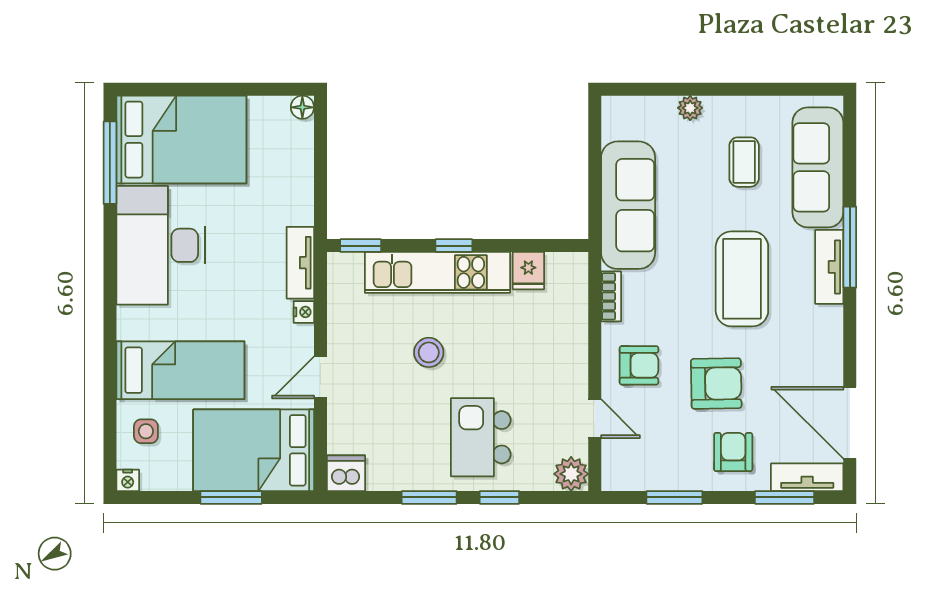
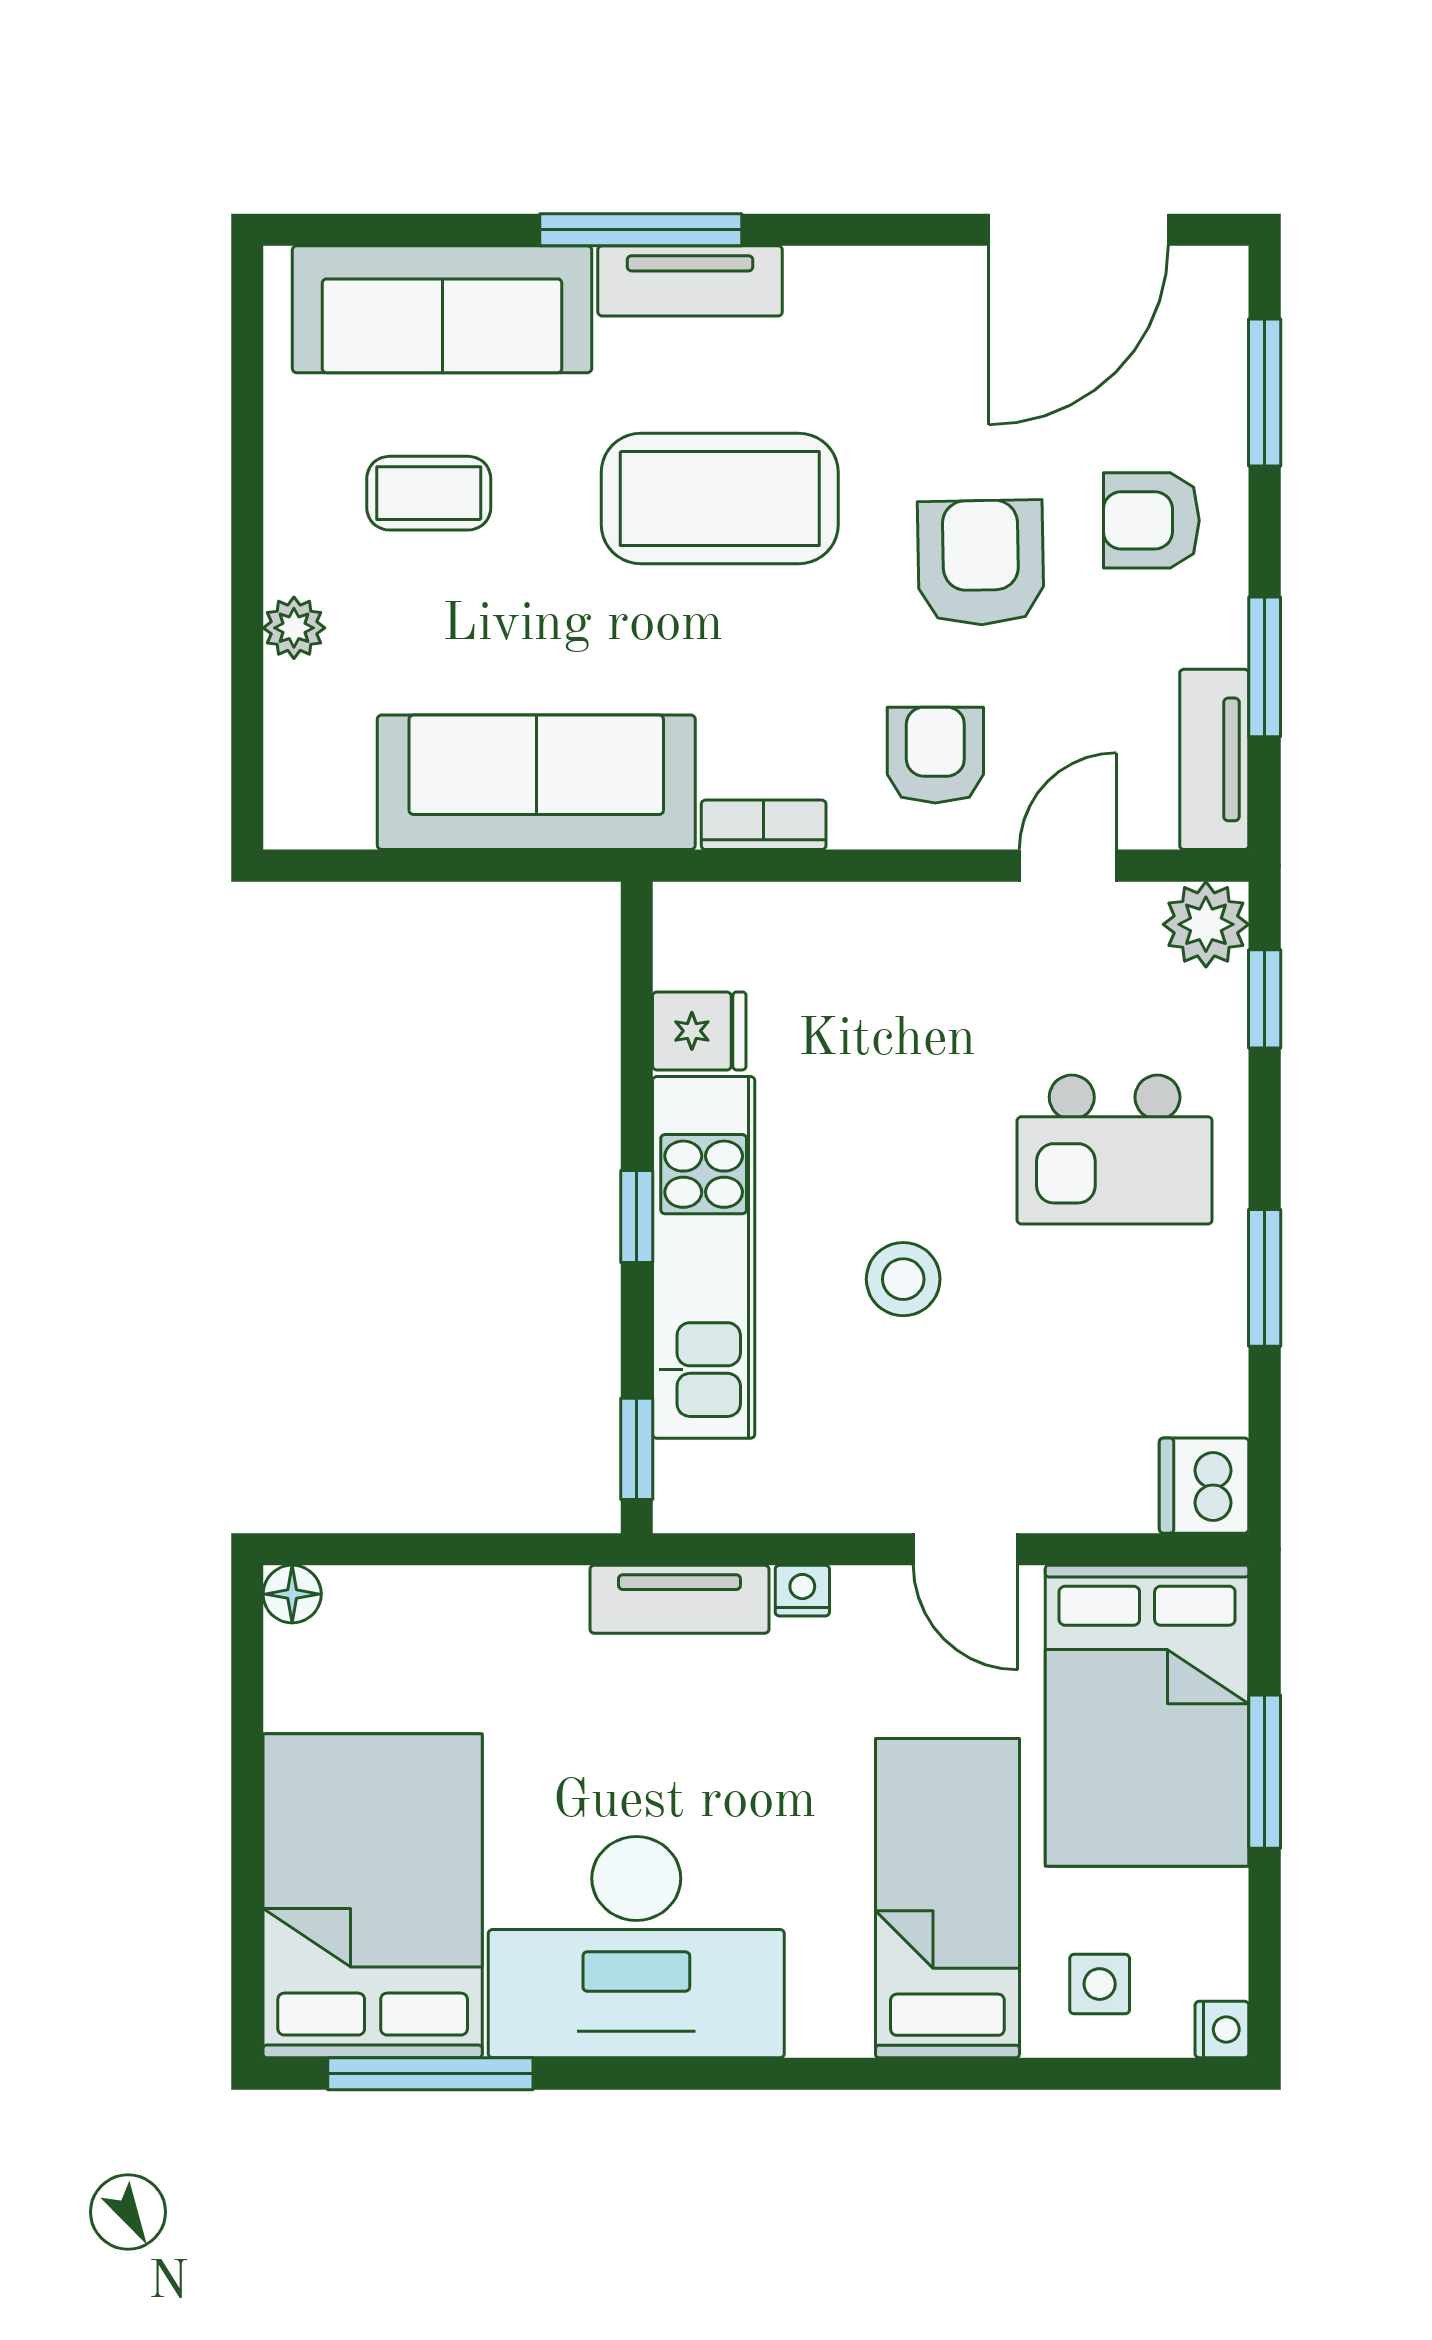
tv unit: (807, 477) -> (1214, 759), moved
window: (499, 497) -> (1265, 999), moved

